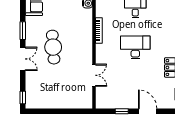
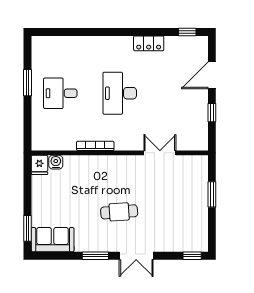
cafe table: (53, 47) -> (119, 212), width x0.73, depth x0.74
double door: (23, 59) -> (136, 256), swing flipped
window: (65, 111) -> (212, 194), added

